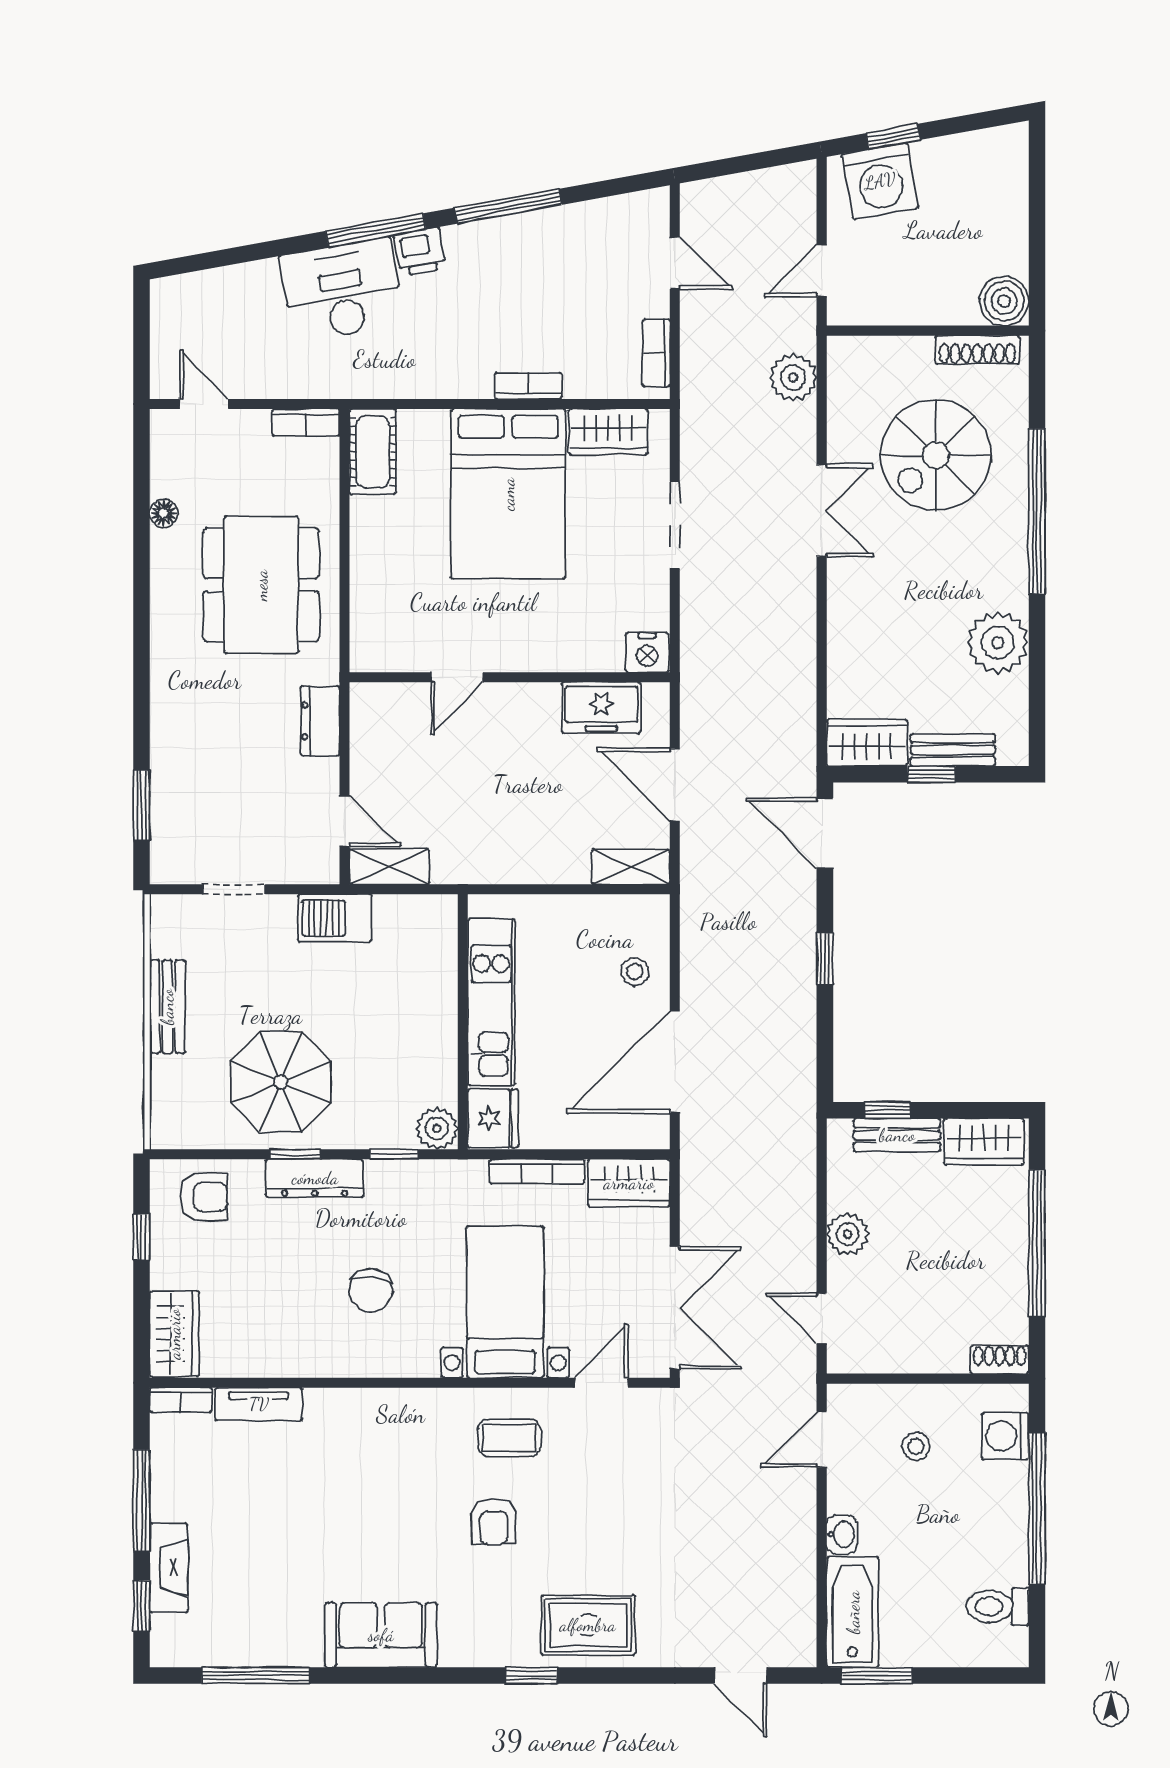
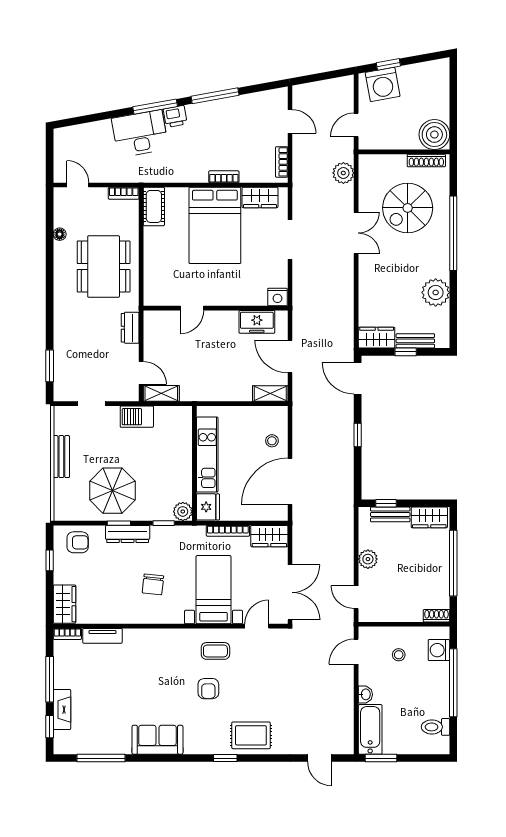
boiler: (1004, 301) -> (434, 135), width x1.37, depth x1.37

